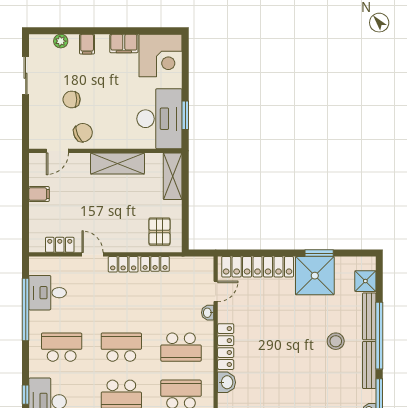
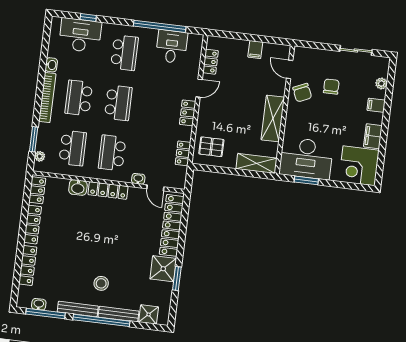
locker: (155, 264) -> (183, 153), moved
shower: (315, 276) -> (163, 269), width x0.73, depth x0.73

